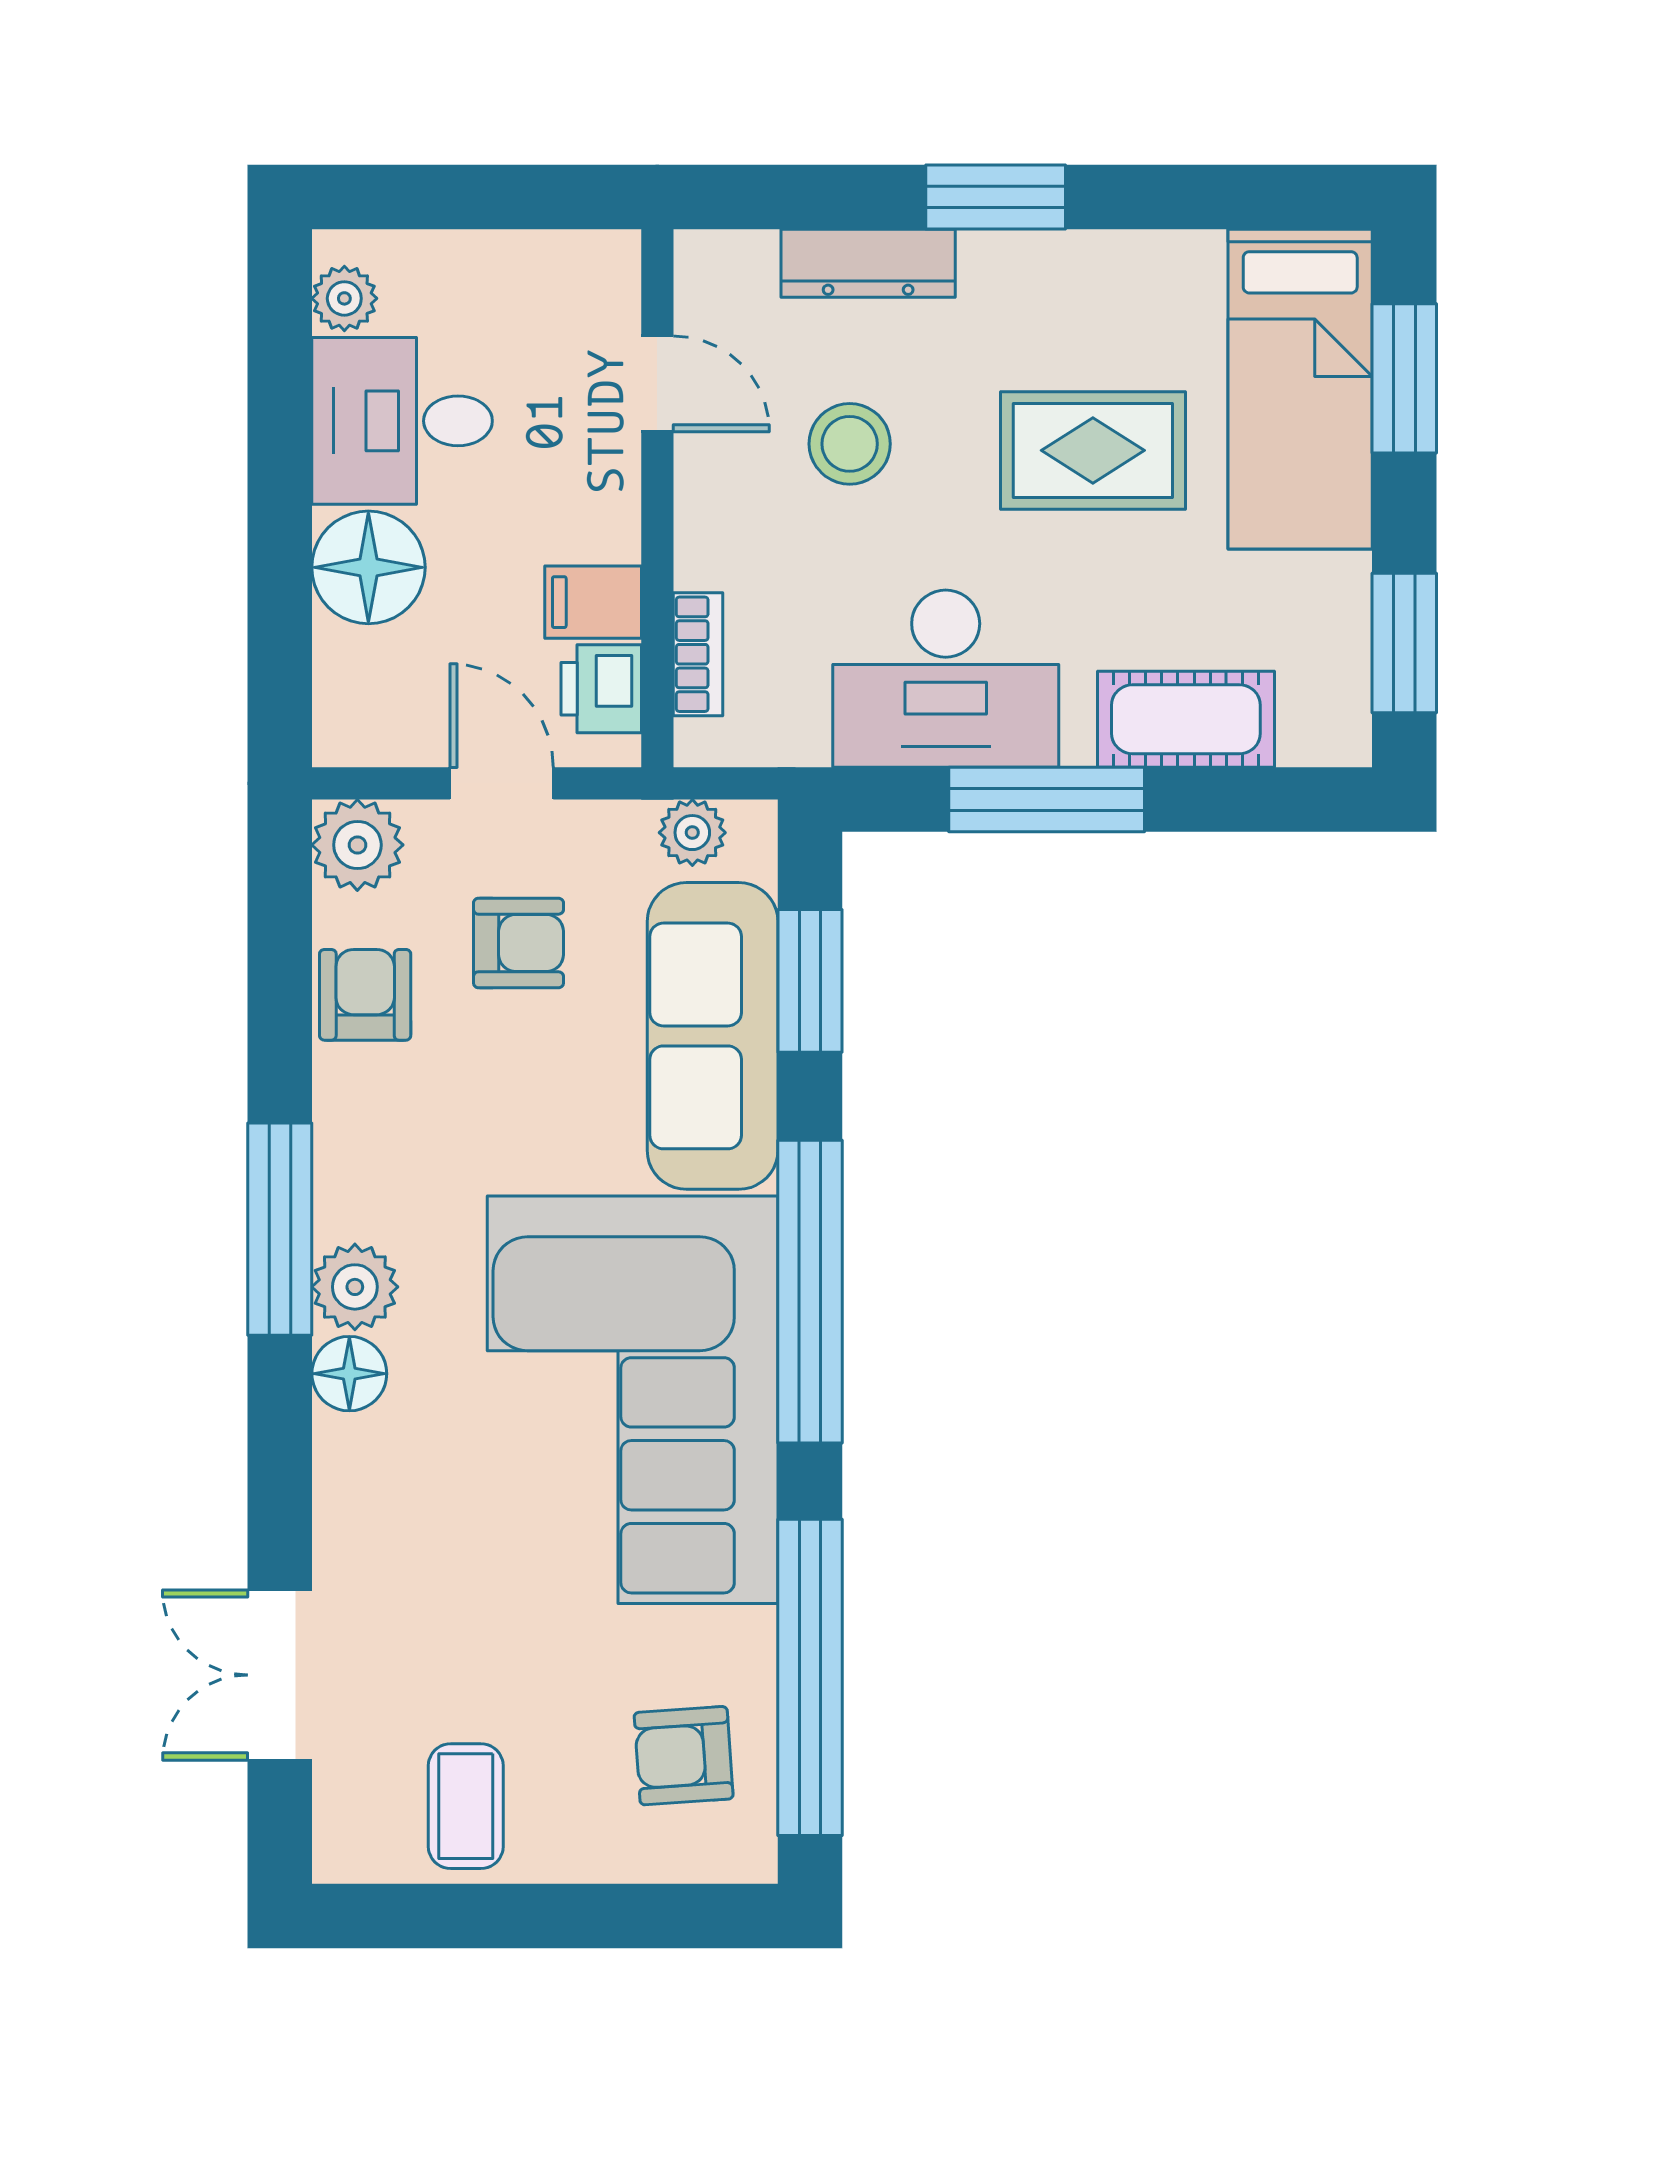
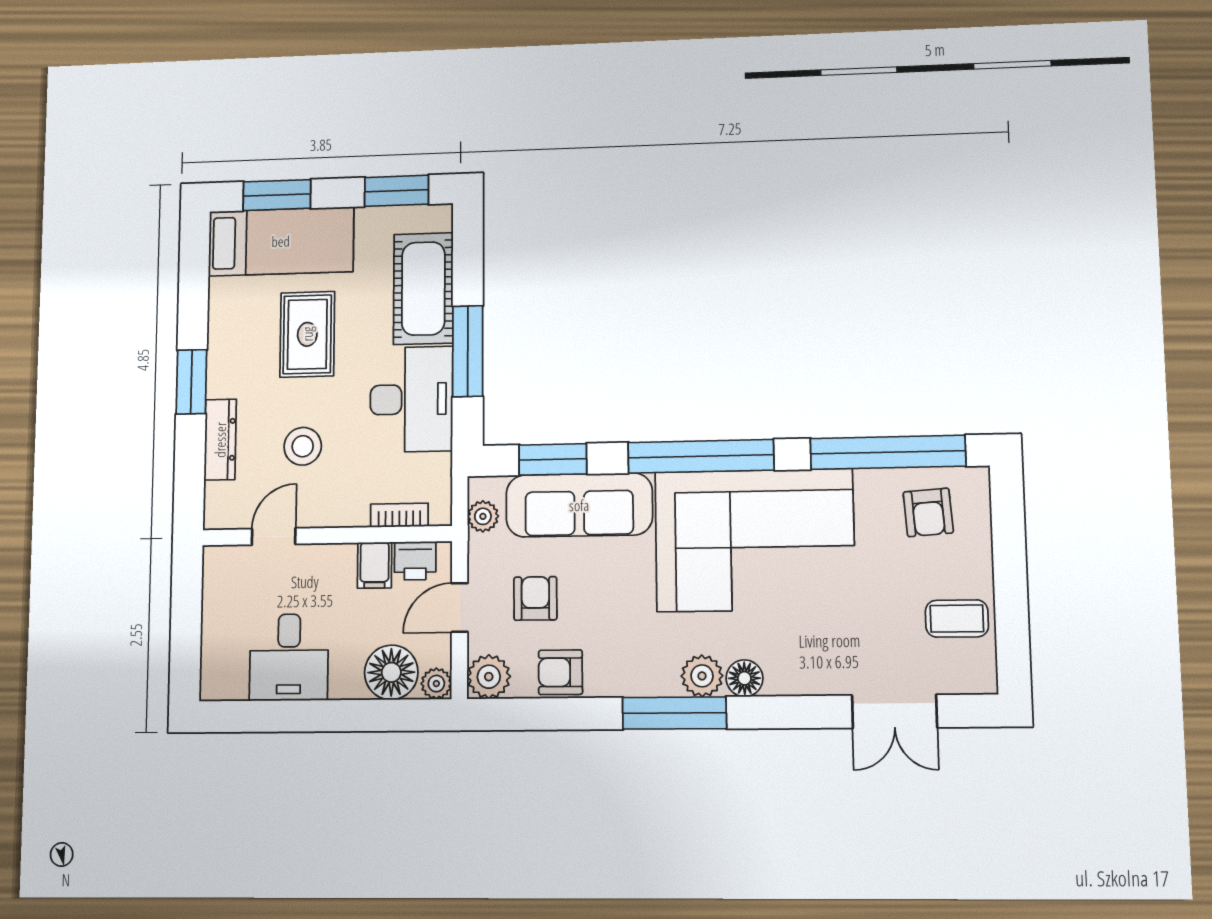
plant: (344, 298) -> (436, 684), moved
floor lamp: (368, 567) -> (391, 672), moved
cot: (1186, 719) -> (423, 289), width x1.37, depth x1.34

